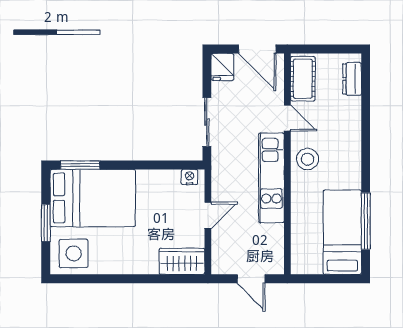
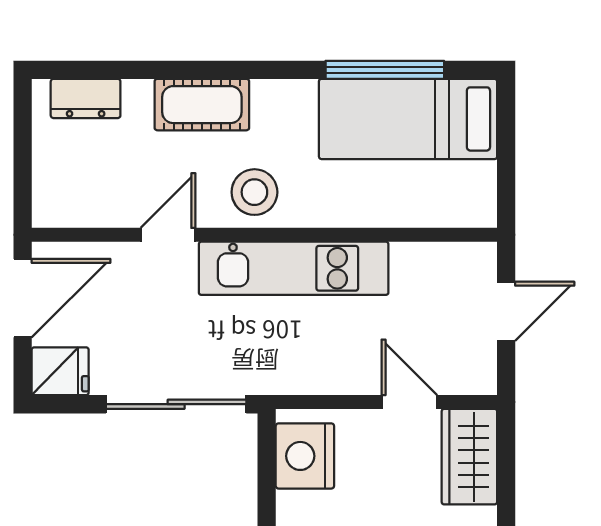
cot: (303, 79) -> (202, 105), moved
sliding door: (207, 122) -> (176, 404), width x1.37
nightstand: (190, 177) -> (305, 456), width x1.89, depth x1.79
door: (208, 215) -> (409, 402), moved

